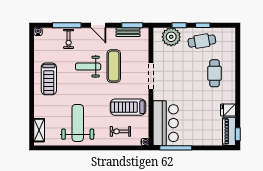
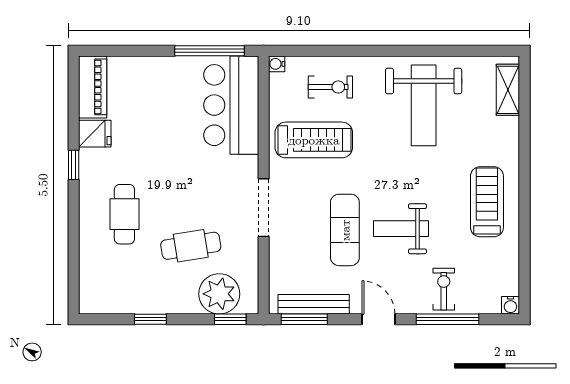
window: (179, 25) -> (230, 319), moved
bench: (128, 32) -> (314, 304), width x1.36
cafe table: (202, 41) -> (191, 246), moved
weight bench: (88, 67) -> (401, 229), turned 180
window: (238, 134) -> (74, 165), moved

